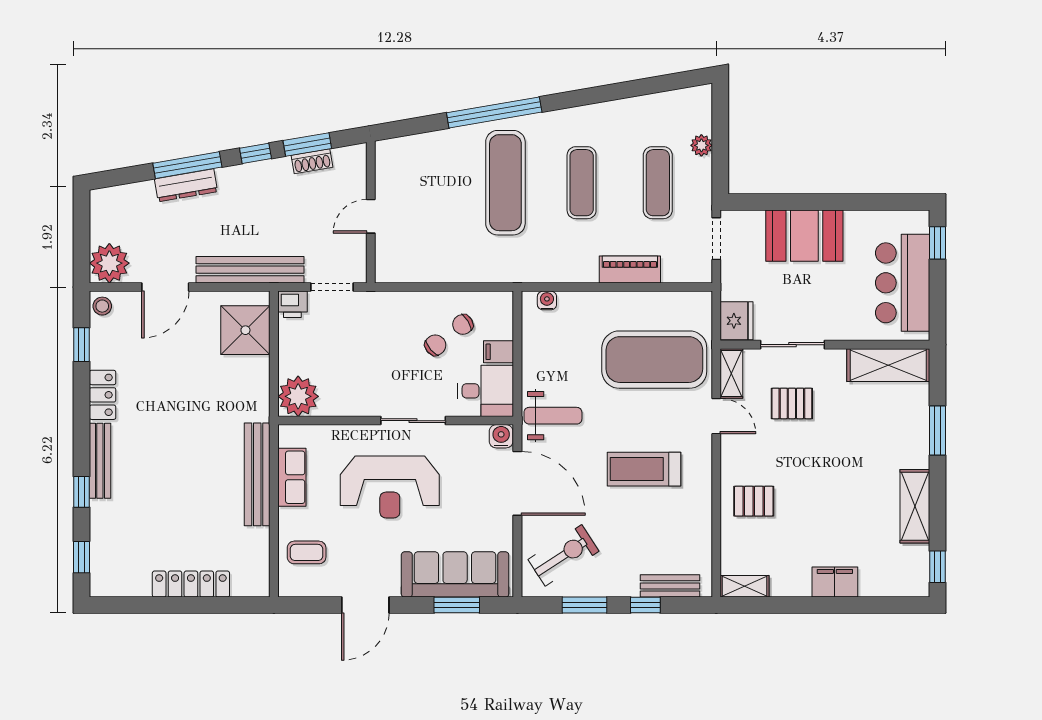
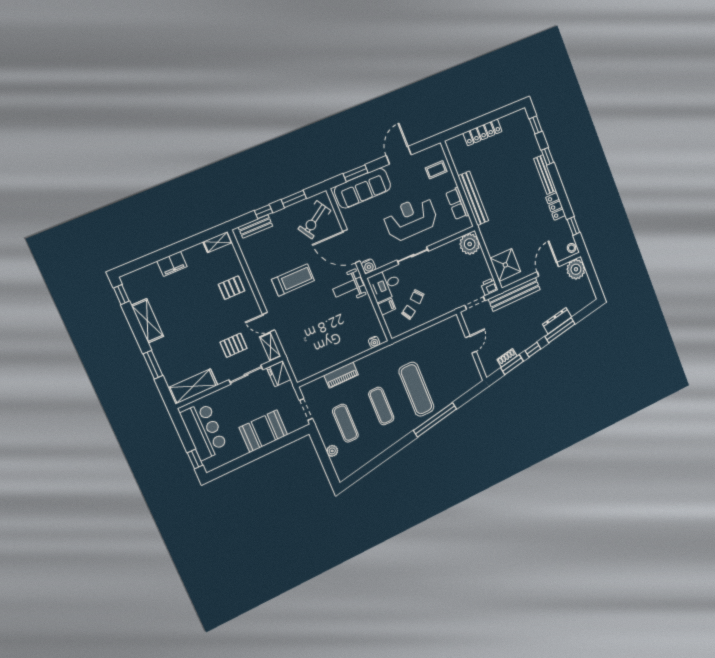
exercise mat: (654, 360) -> (311, 336), removed

